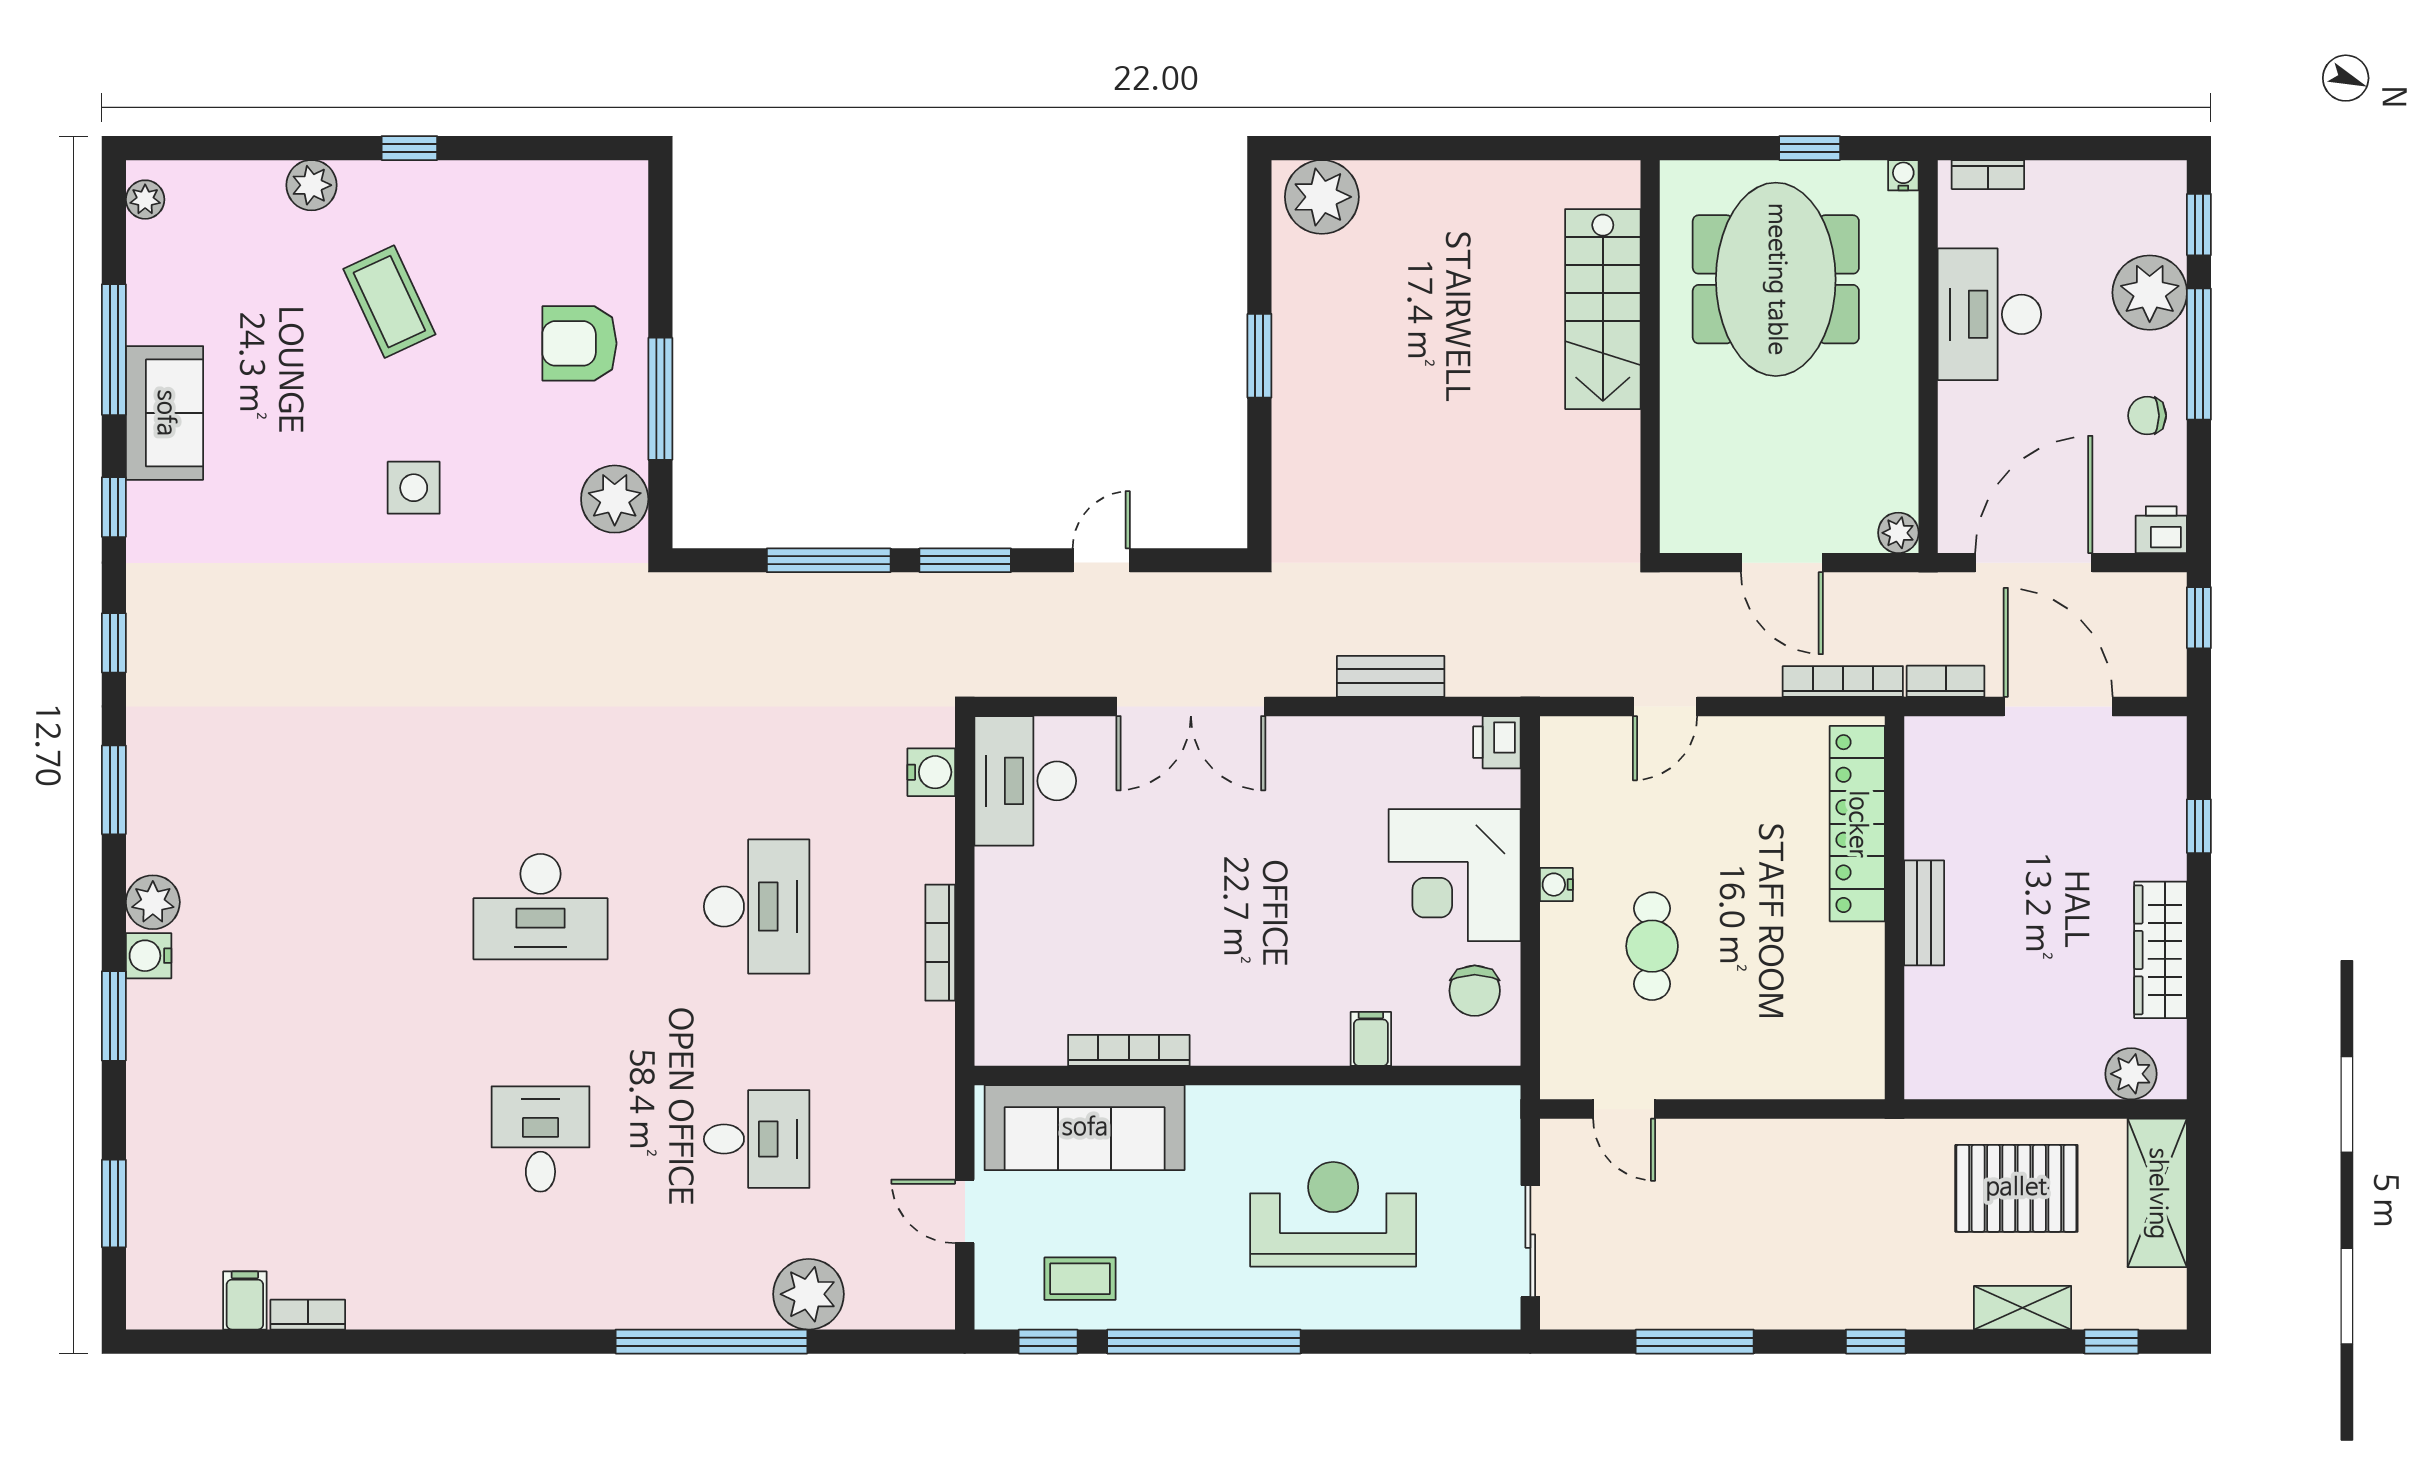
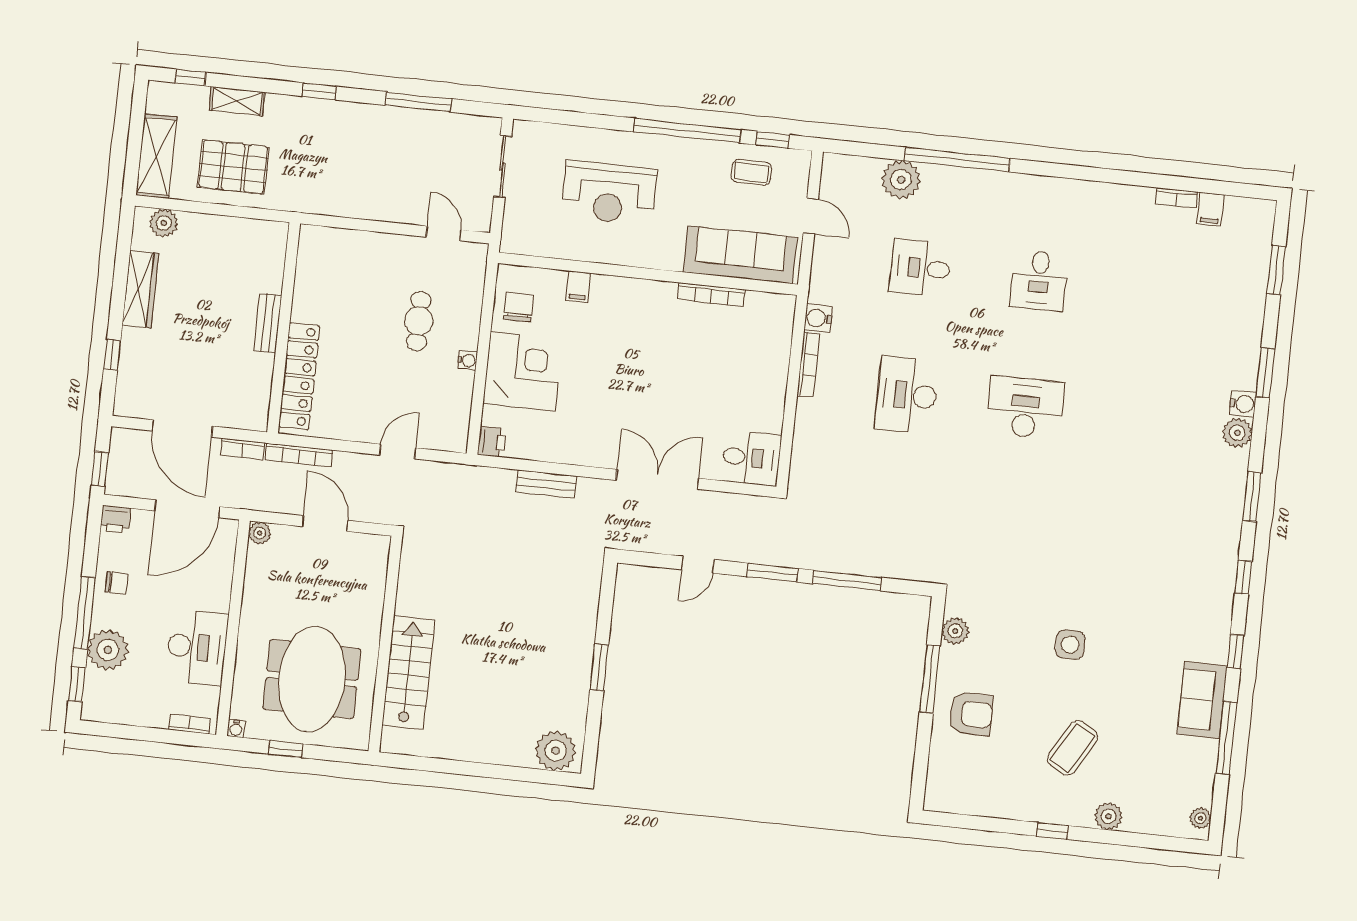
coffee table: (389, 302) -> (1073, 748), turned 55
plant: (615, 499) -> (955, 631), width x0.73, depth x0.73
water cooler: (931, 772) -> (818, 318), moved
desk: (1025, 781) -> (751, 458), width x0.73

